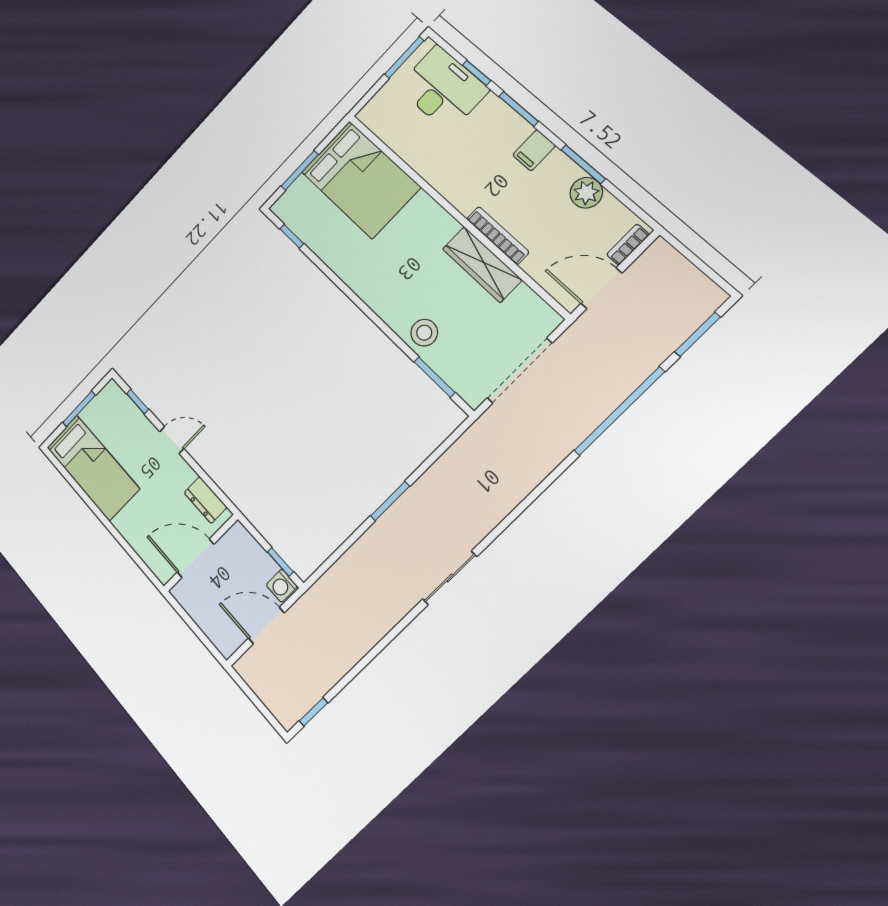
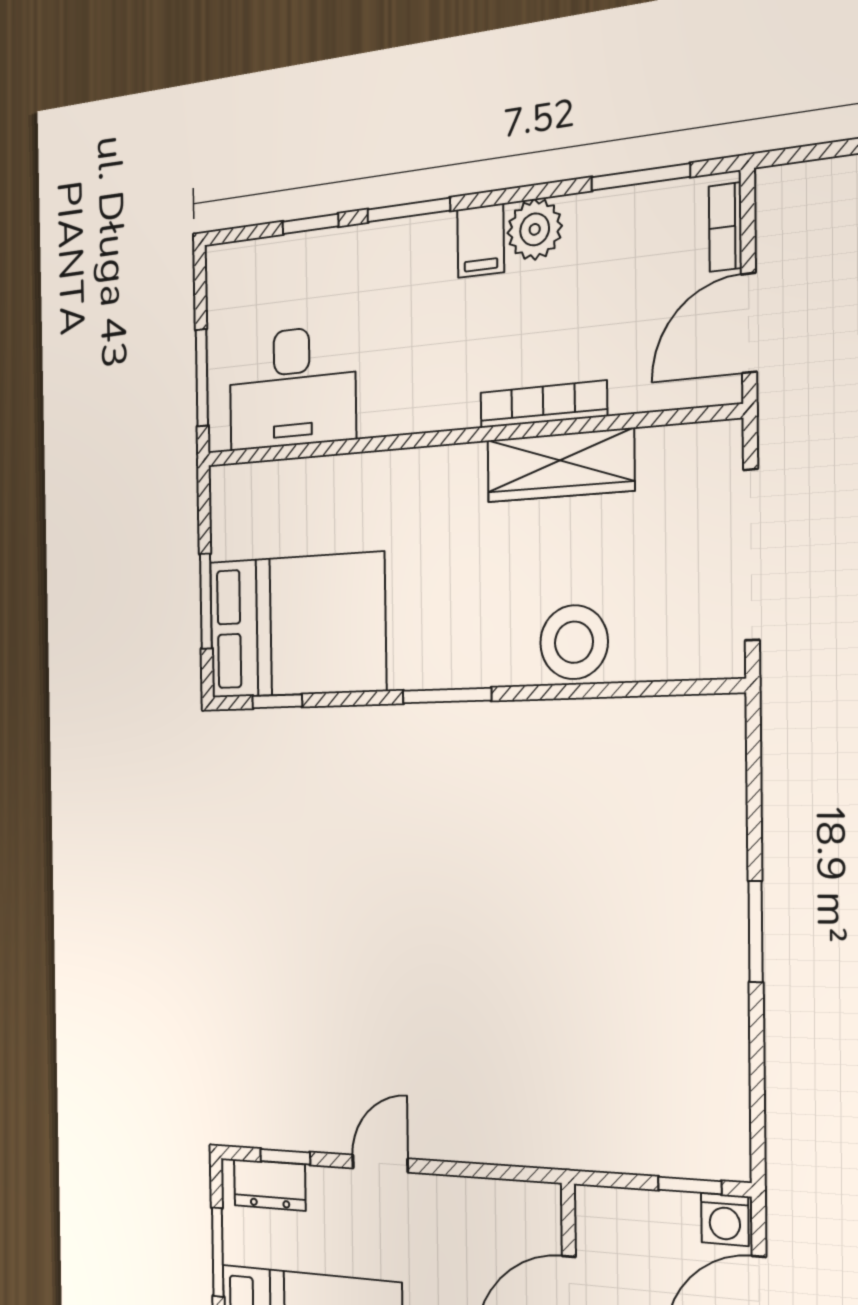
window: (404, 57) -> (202, 378), moved
desk: (443, 89) -> (292, 388), moved, turned 180
window: (583, 164) -> (640, 177), moved
bed: (361, 180) -> (297, 626), moved
plant: (586, 193) -> (535, 229), moved
stool: (424, 333) -> (574, 642), width x1.38, depth x1.38
window: (434, 377) -> (447, 696), moved
dresser: (205, 500) -> (270, 1185), moved

